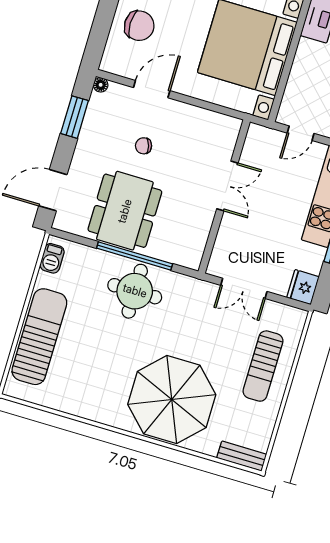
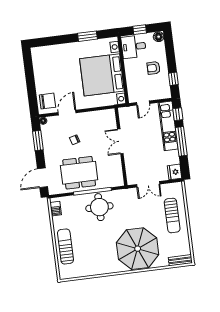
chair: (139, 26) -> (47, 101), moved
double door: (227, 186) -> (120, 141), swing flipped
dining table: (125, 211) -> (79, 173), turned 90
sun lounger: (39, 337) -> (65, 246), width x0.73, depth x0.75

